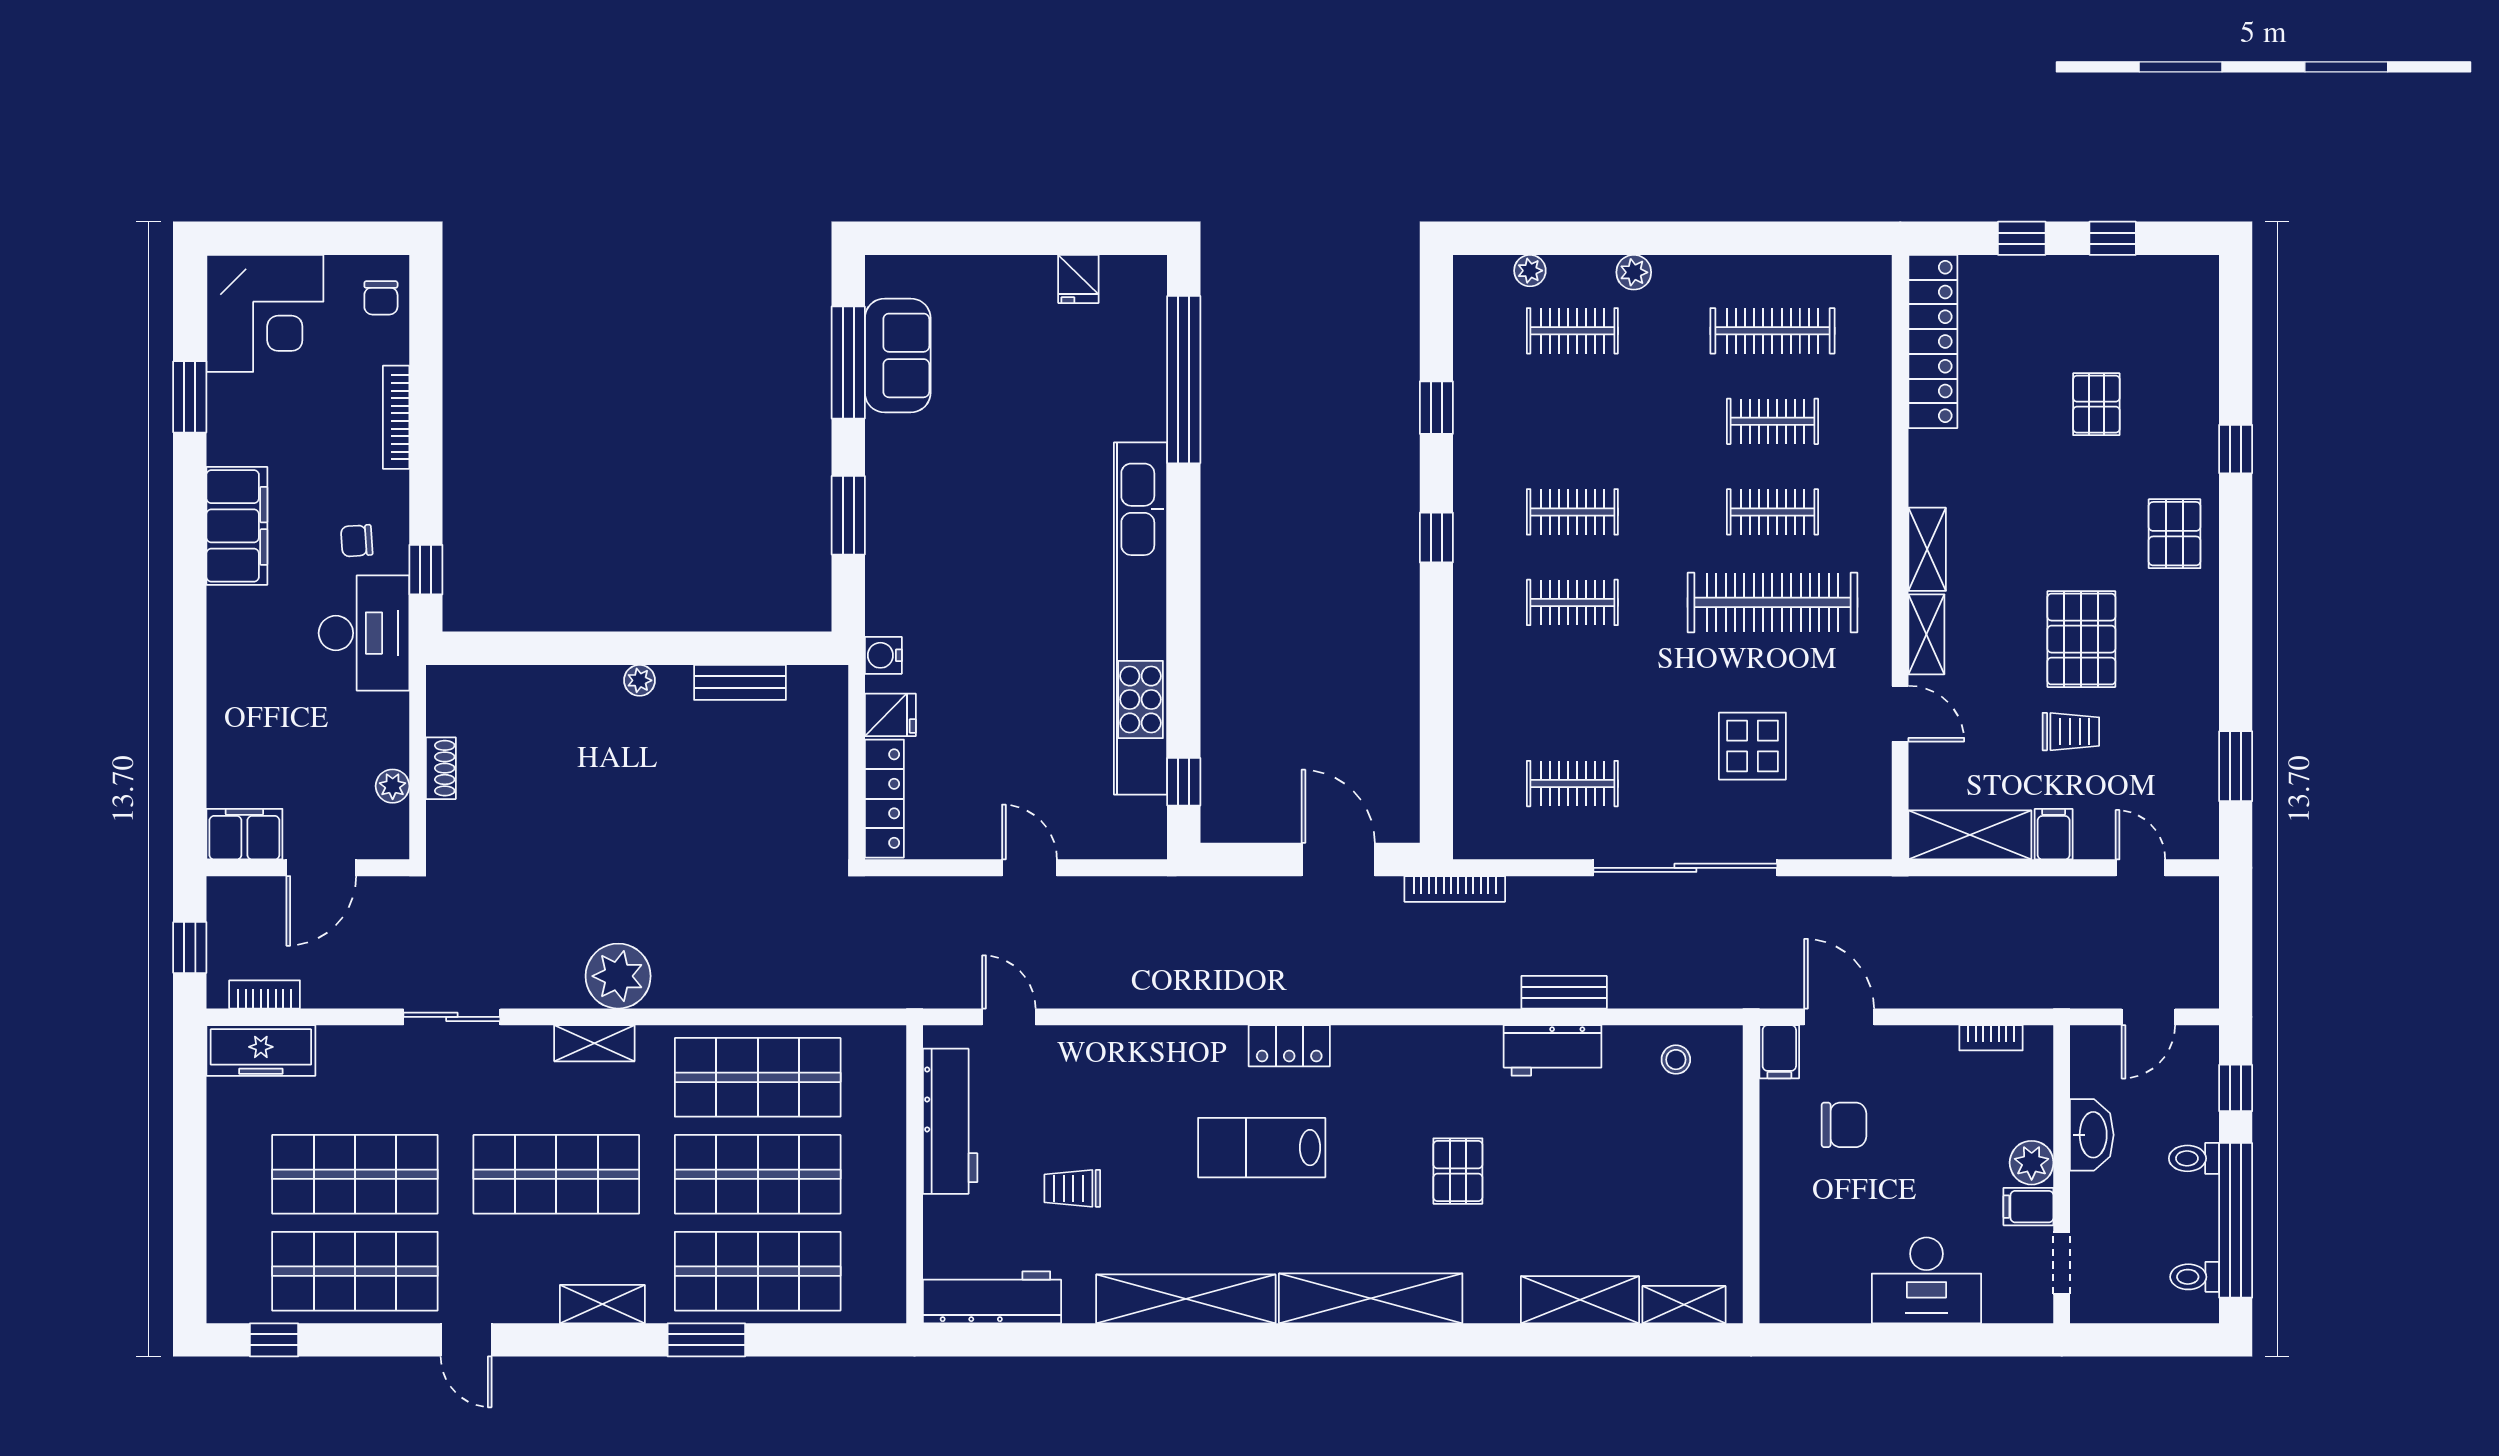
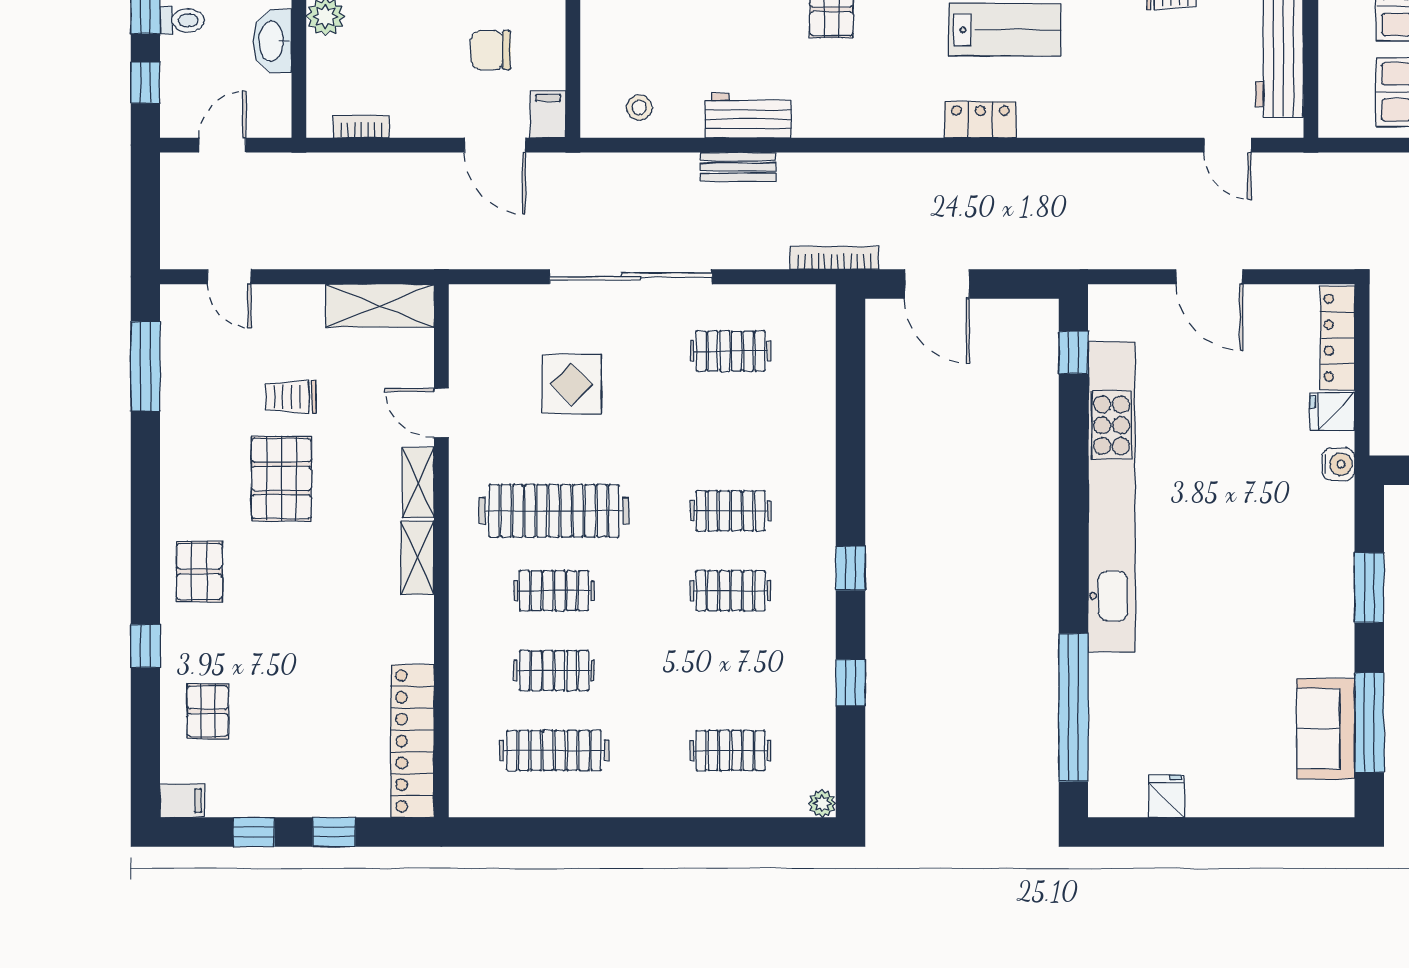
plant: (1530, 271) -> (822, 804), moved
plant: (1634, 272) -> (676, 802), removed
pallet: (2096, 404) -> (208, 711), moved
window: (2236, 766) -> (145, 366), width x1.44
filing cabinet: (2054, 834) -> (182, 801), moved, turned -90
door: (1030, 868) -> (1209, 277), width x1.38

